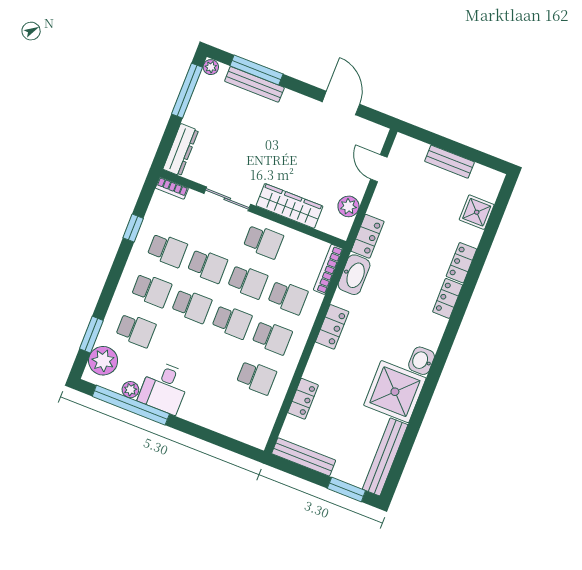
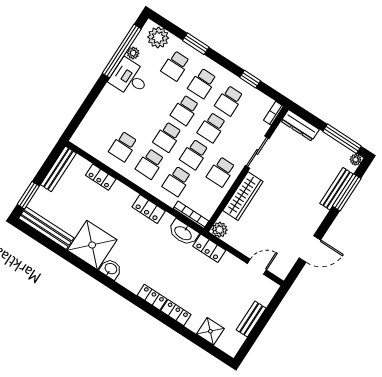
plant: (348, 206) -> (220, 230), moved
window: (91, 335) -> (196, 44), moved

